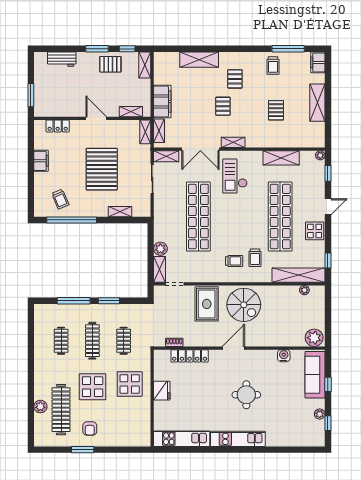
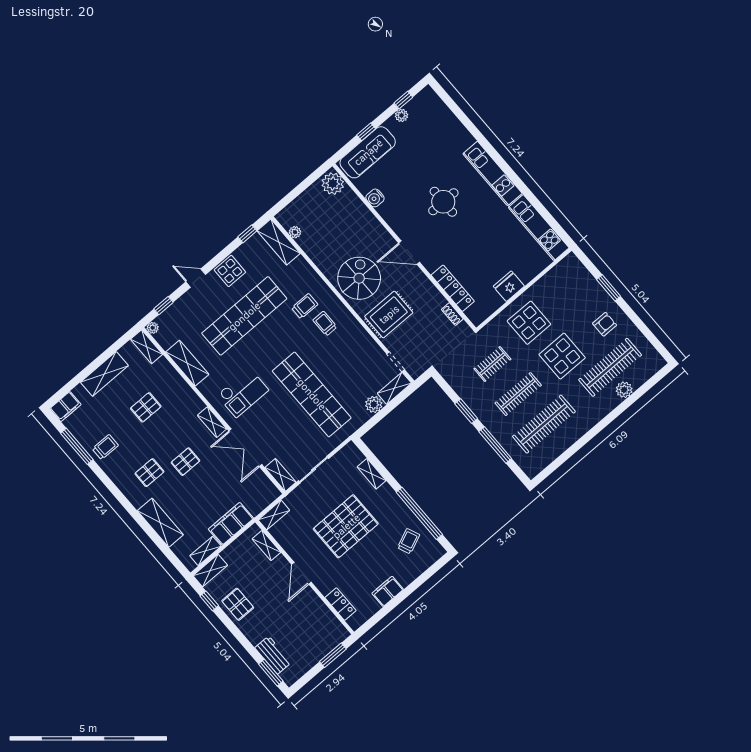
window: (97, 49) -> (271, 673), moved
shelving: (159, 131) -> (205, 551), moved
shelving: (312, 142) -> (147, 347), added
double door: (200, 149) -> (245, 448), swing flipped
shop shelf: (198, 217) -> (312, 394), turned 90
shelving: (298, 275) -> (279, 242), width x0.68
clothes rail: (61, 341) -> (544, 424), width x1.86, depth x1.31
window: (83, 450) -> (609, 288), moved

